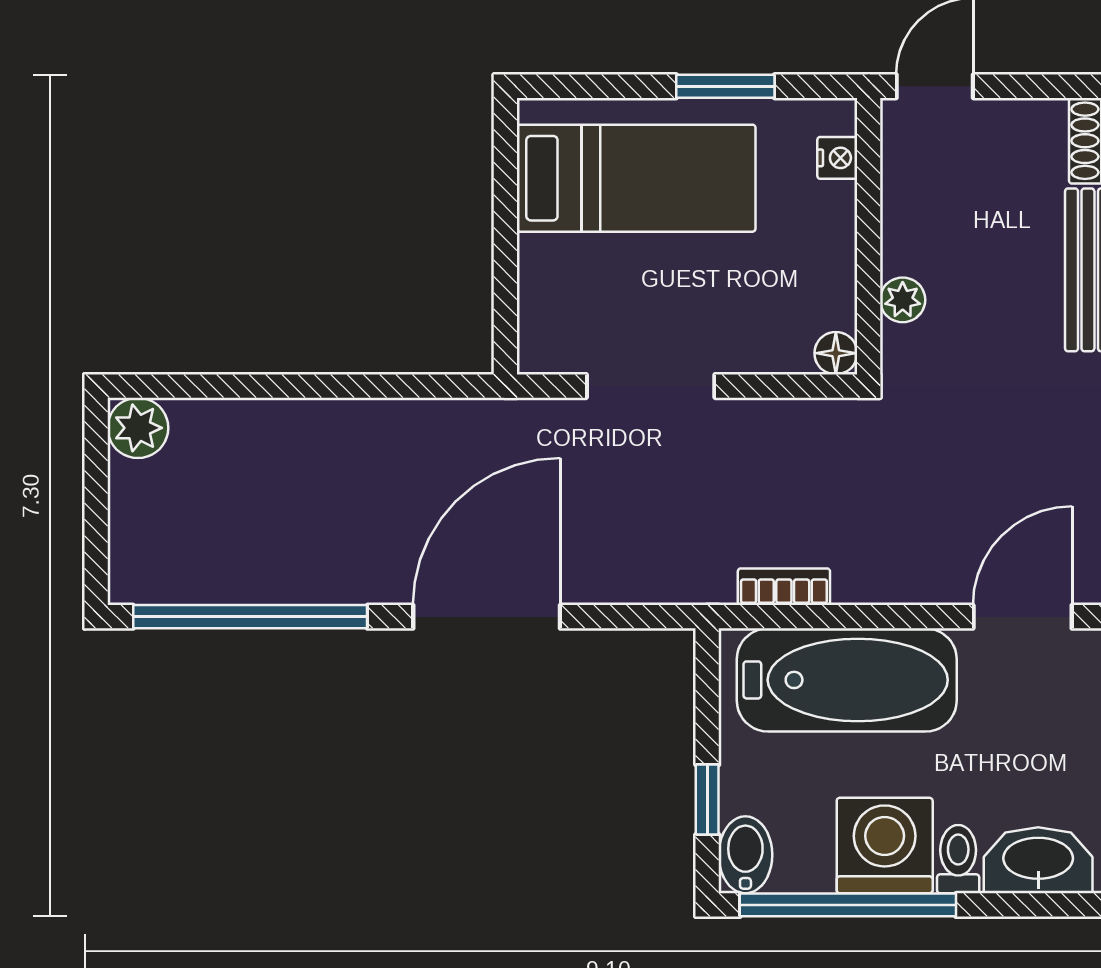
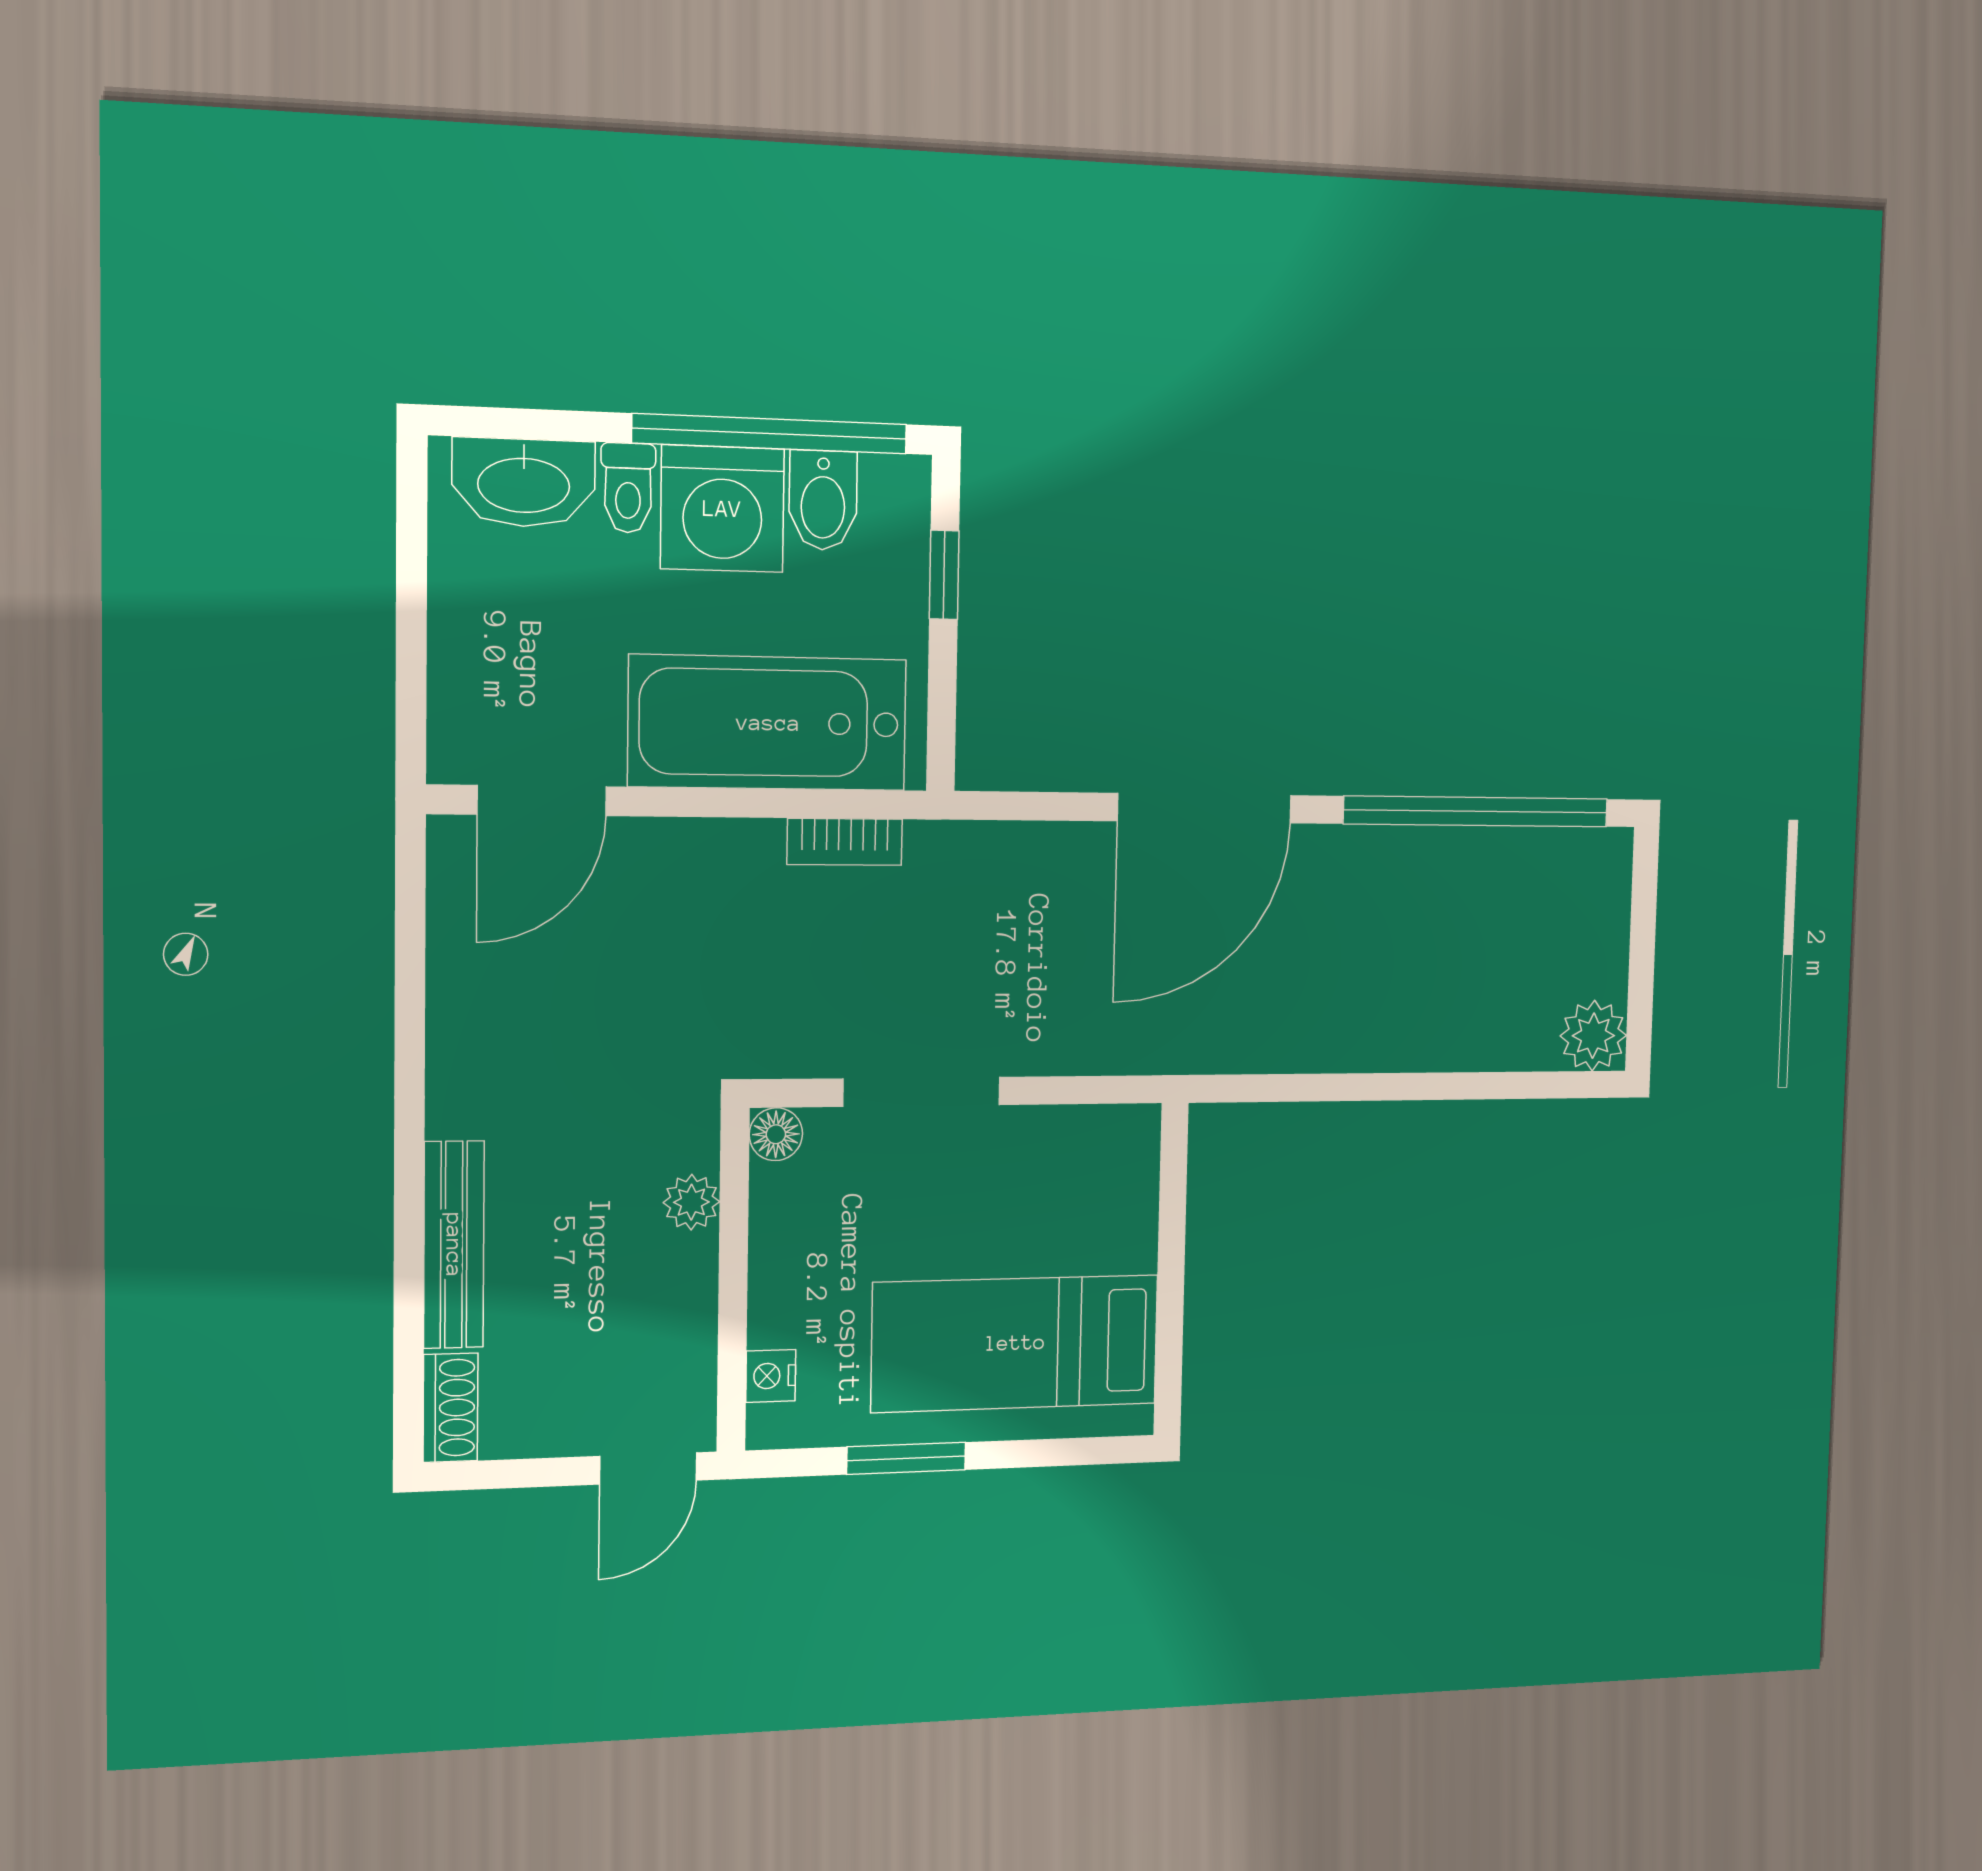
doorway: (651, 386) -> (922, 1092), moved
bidet: (745, 855) -> (823, 500), moved

